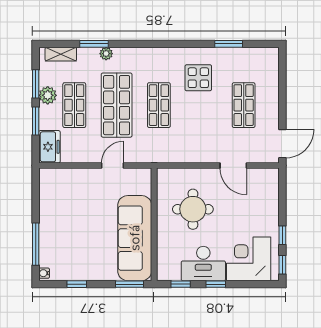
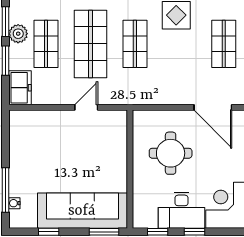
door: (233, 166) -> (213, 107), width x1.36
sofa: (135, 238) -> (82, 211), moved, turned 90
water cooler: (44, 273) -> (14, 203), moved

